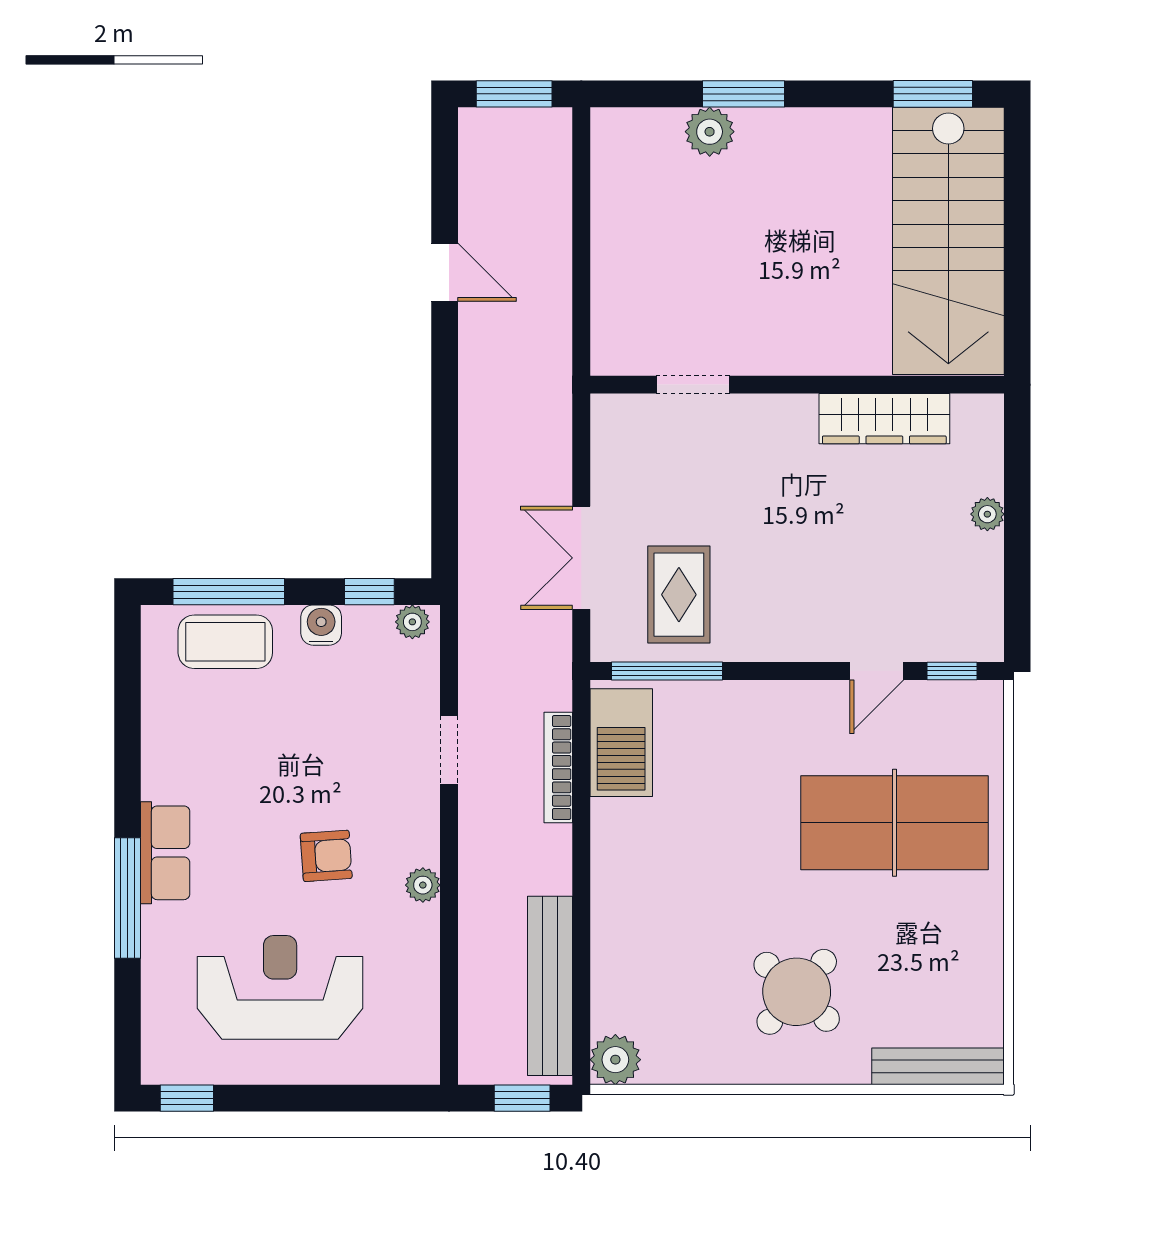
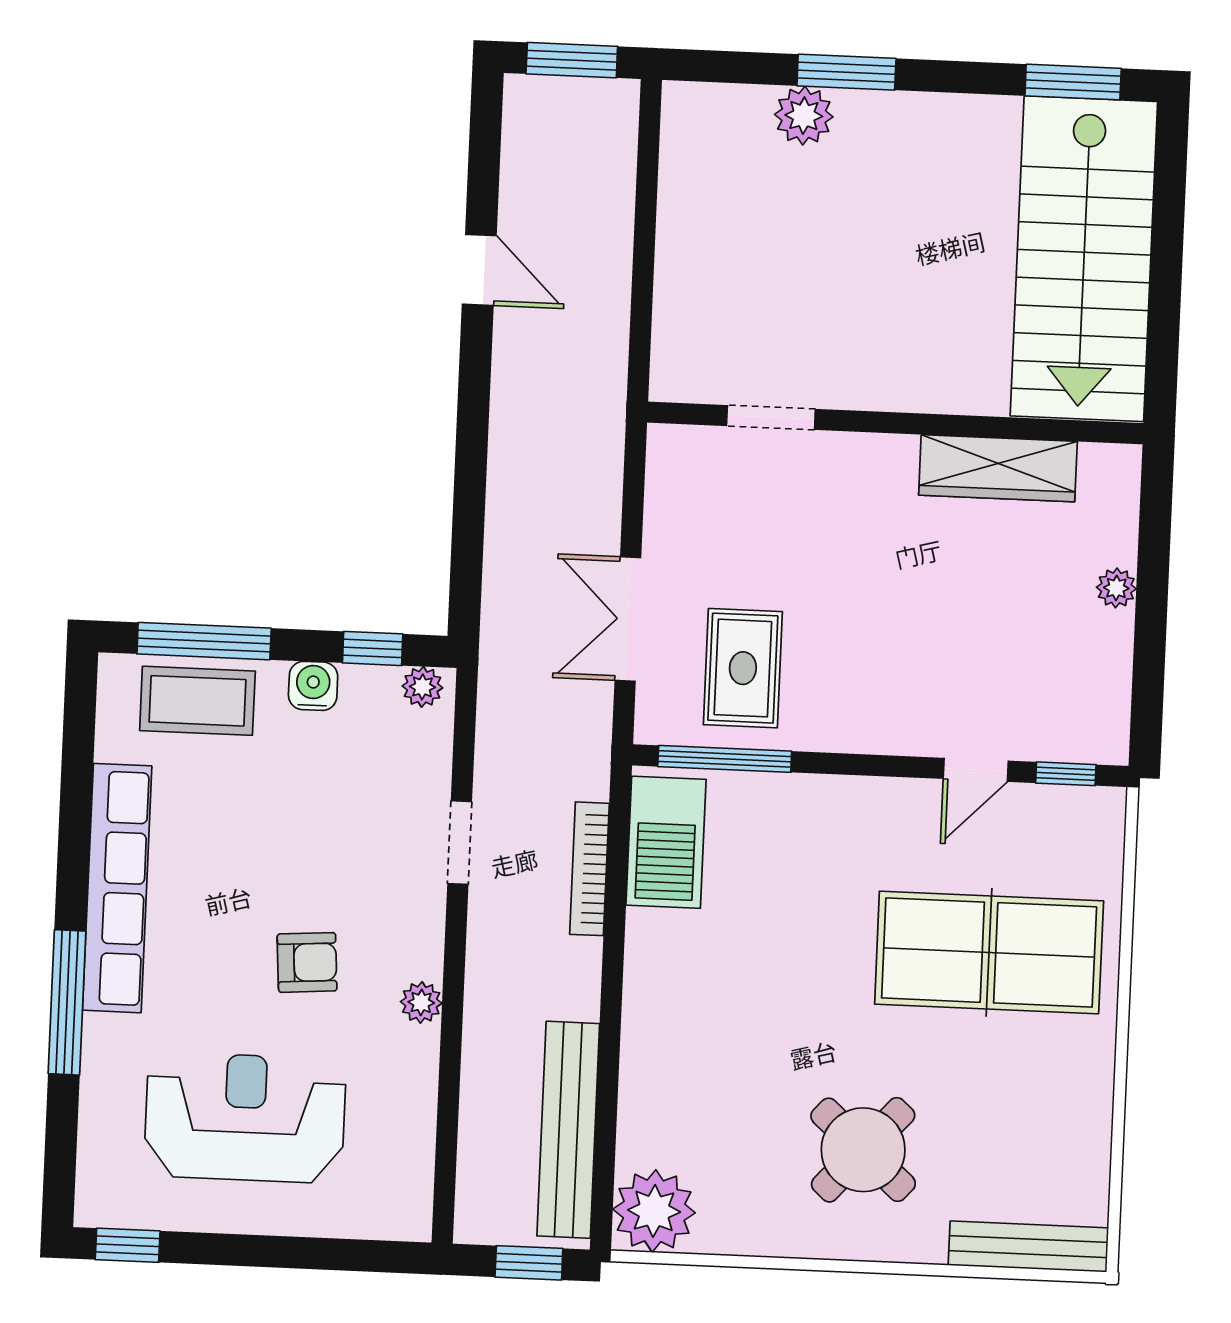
row of seats: (165, 853) -> (117, 888), width x2.02
plant: (615, 1060) -> (654, 1211), width x1.36, depth x1.36

